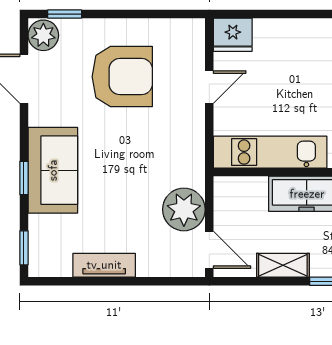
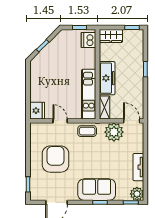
plant: (43, 35) -> (137, 194), moved
coffee table: (186, 148) -> (87, 131), added
door: (209, 250) -> (132, 121), hinge flipped
shelving: (283, 265) -> (105, 107), moved

